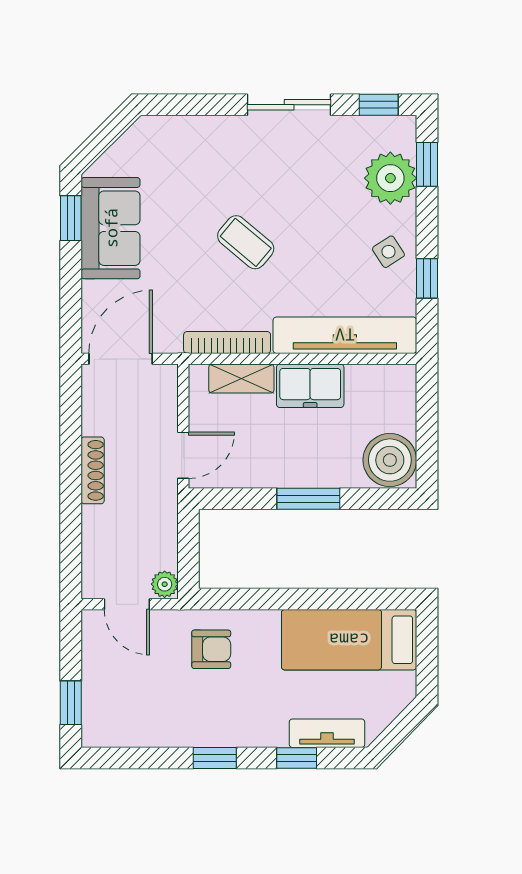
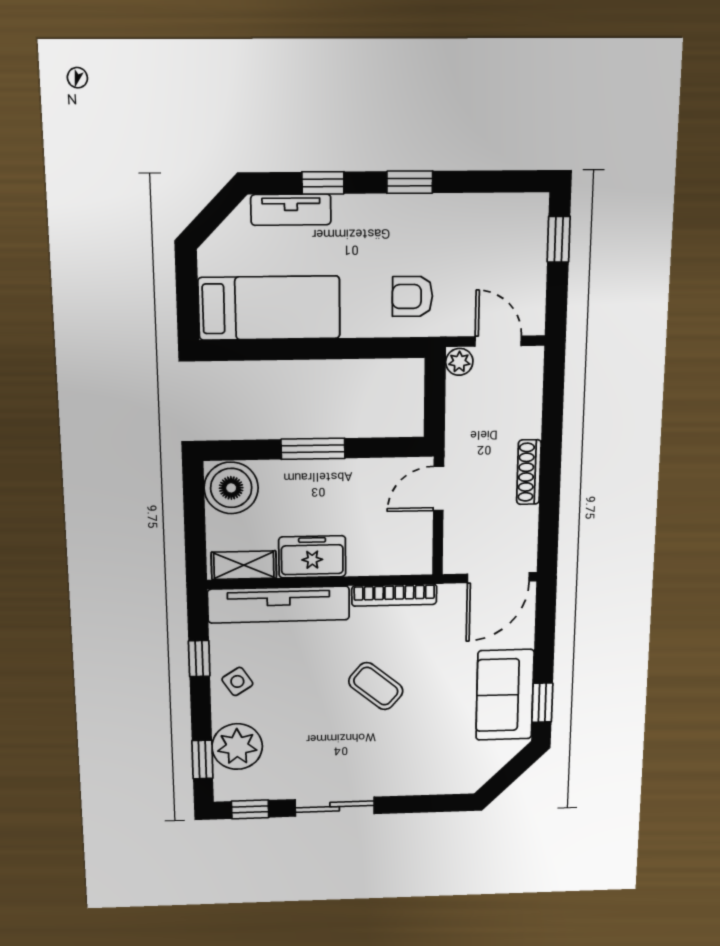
shelving: (241, 379) -> (244, 565), moved

